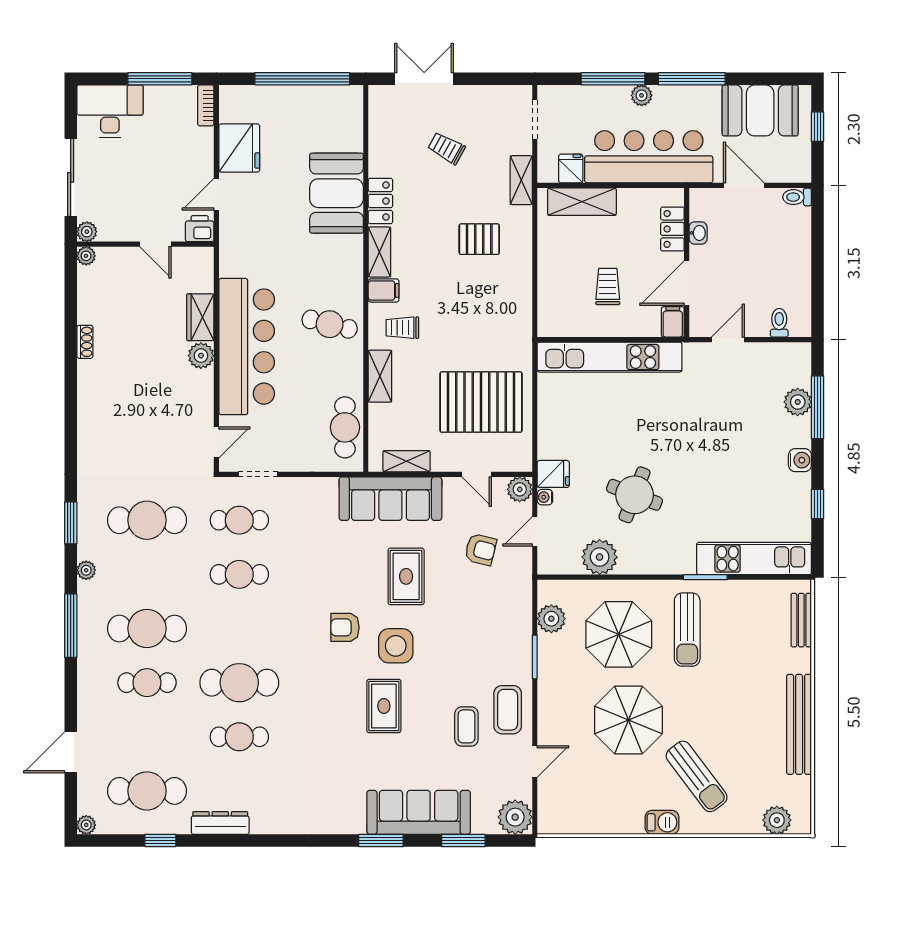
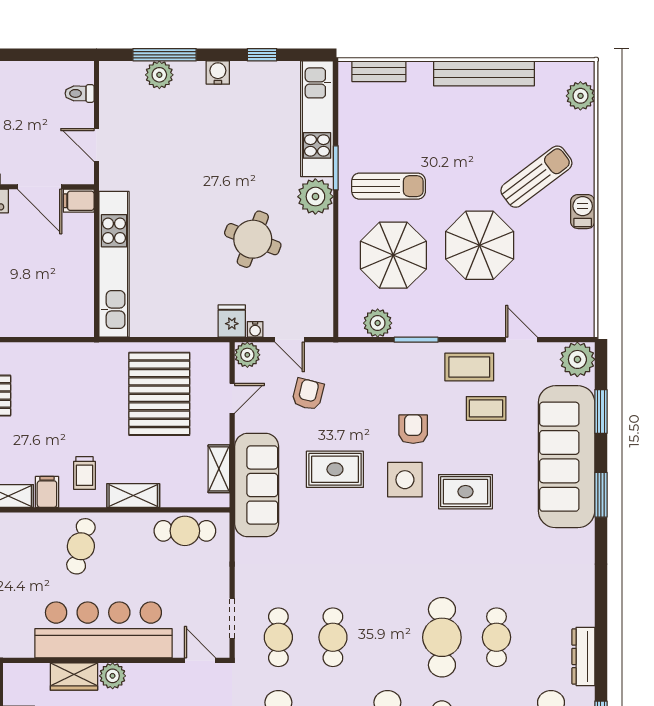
trolley: (608, 286) -> (43, 266), removed
plant: (600, 557) -> (315, 197), moved
armchair: (345, 627) -> (413, 429), moved, turned 180
sofa: (419, 812) -> (567, 457), width x1.36, depth x1.27

